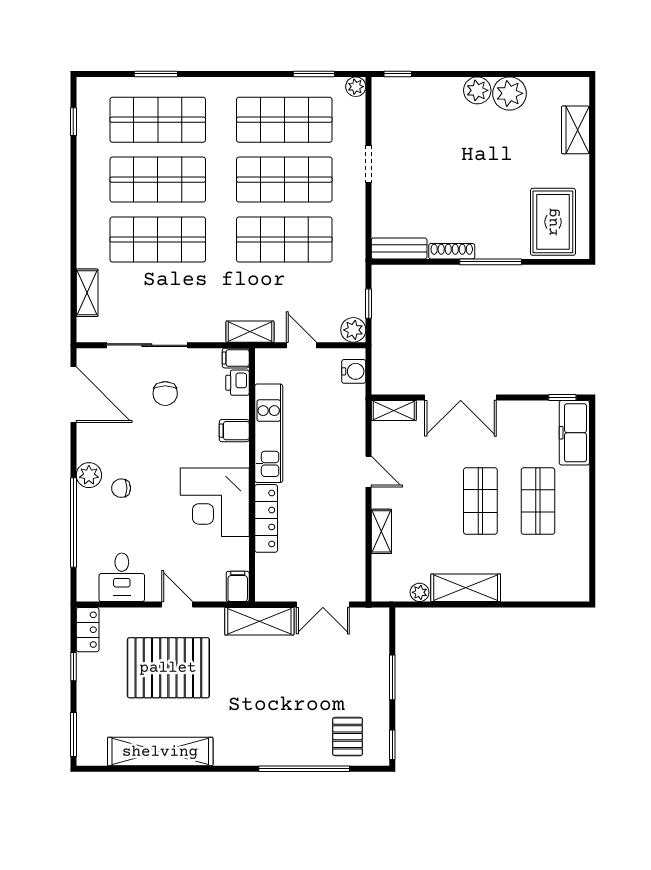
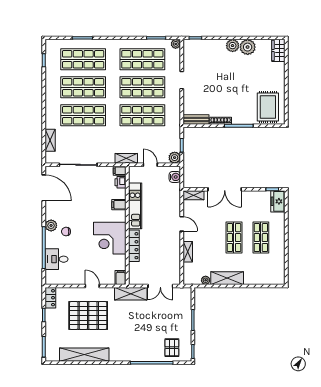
wardrobe: (575, 130) -> (278, 50), moved
chair: (165, 394) -> (87, 187), removed
freezer: (574, 433) -> (278, 201), width x0.71
desk: (122, 577) -> (57, 259), moved, turned 90

